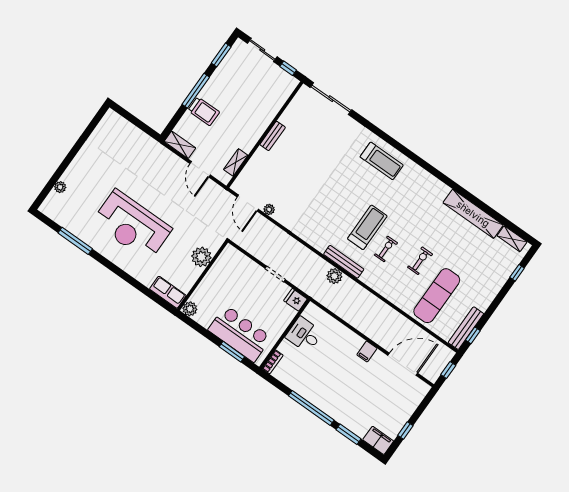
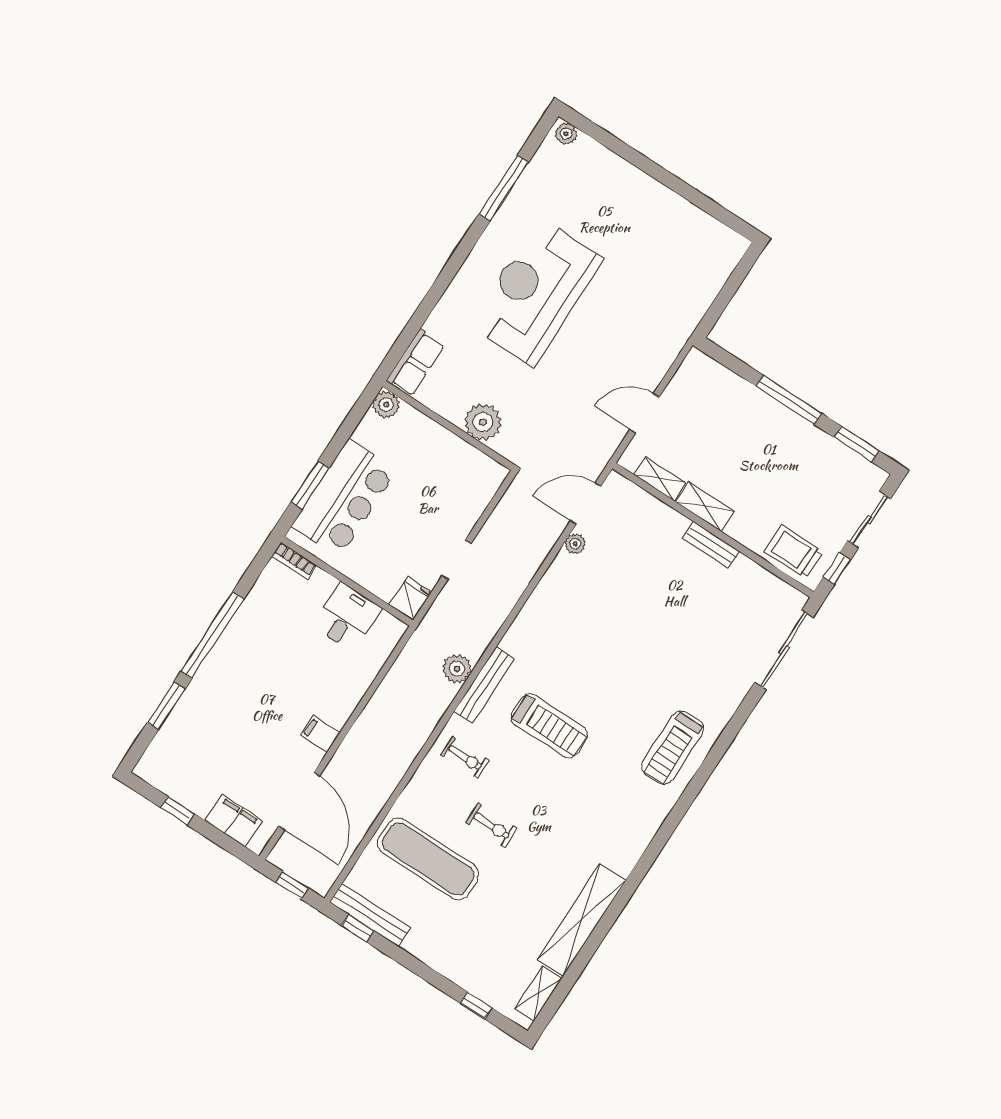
trolley: (204, 111) -> (794, 552), moved, turned 90
shelving: (180, 145) -> (705, 507), moved, turned 90
plant: (60, 187) -> (566, 134), moved
exercise bike: (386, 249) -> (465, 758), moved
filing cabinet: (378, 440) -> (234, 821), moved, turned -90

